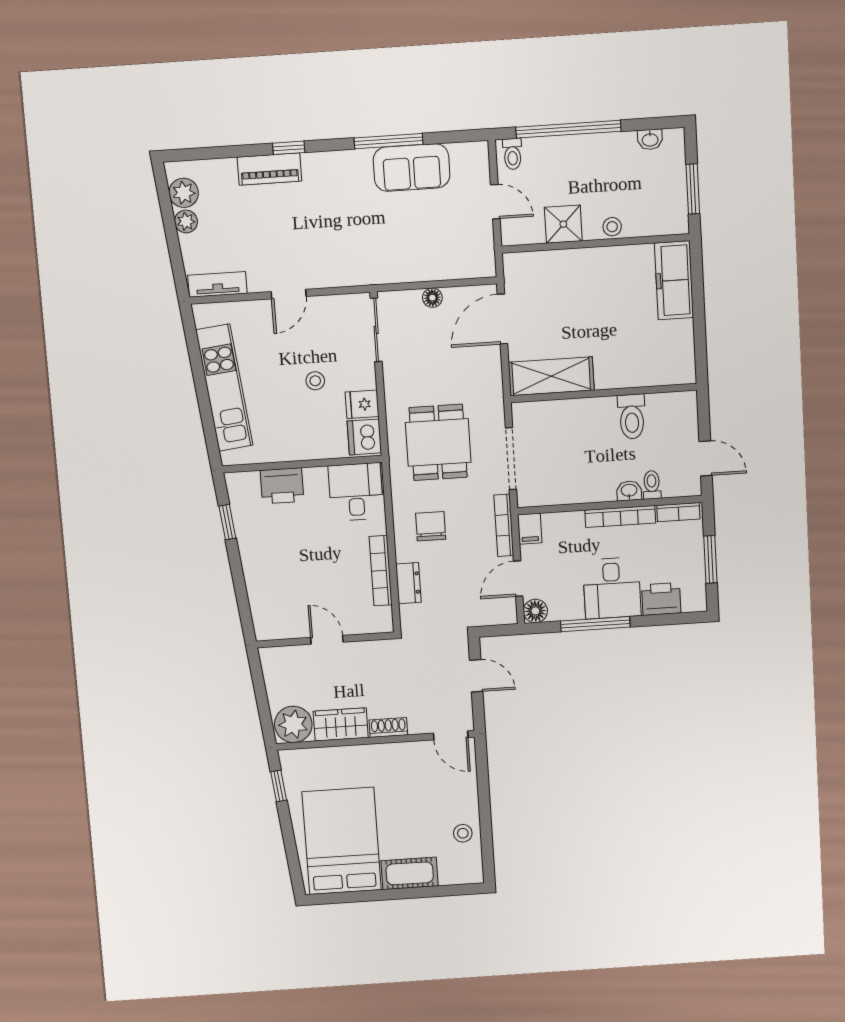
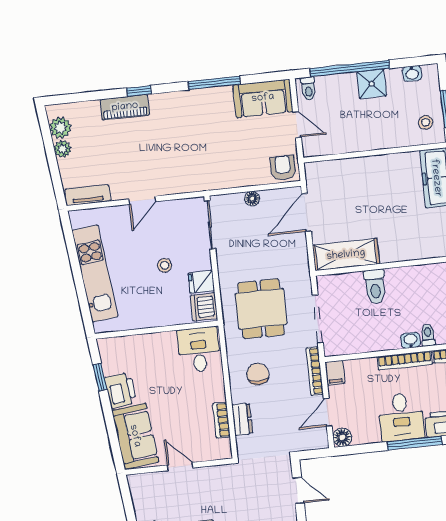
sofa: (412, 168) -> (263, 98), moved
shower: (563, 224) -> (372, 84), moved
stool: (612, 227) -> (426, 122), moved
armchair: (474, 259) -> (283, 168), added
toilet: (632, 417) -> (375, 287), moved
printer: (282, 486) -> (121, 390), moved, turned -96
bookcase: (381, 571) -> (221, 420), width x0.64
sofa: (271, 599) -> (135, 436), added
window: (595, 624) -> (415, 443), moved

